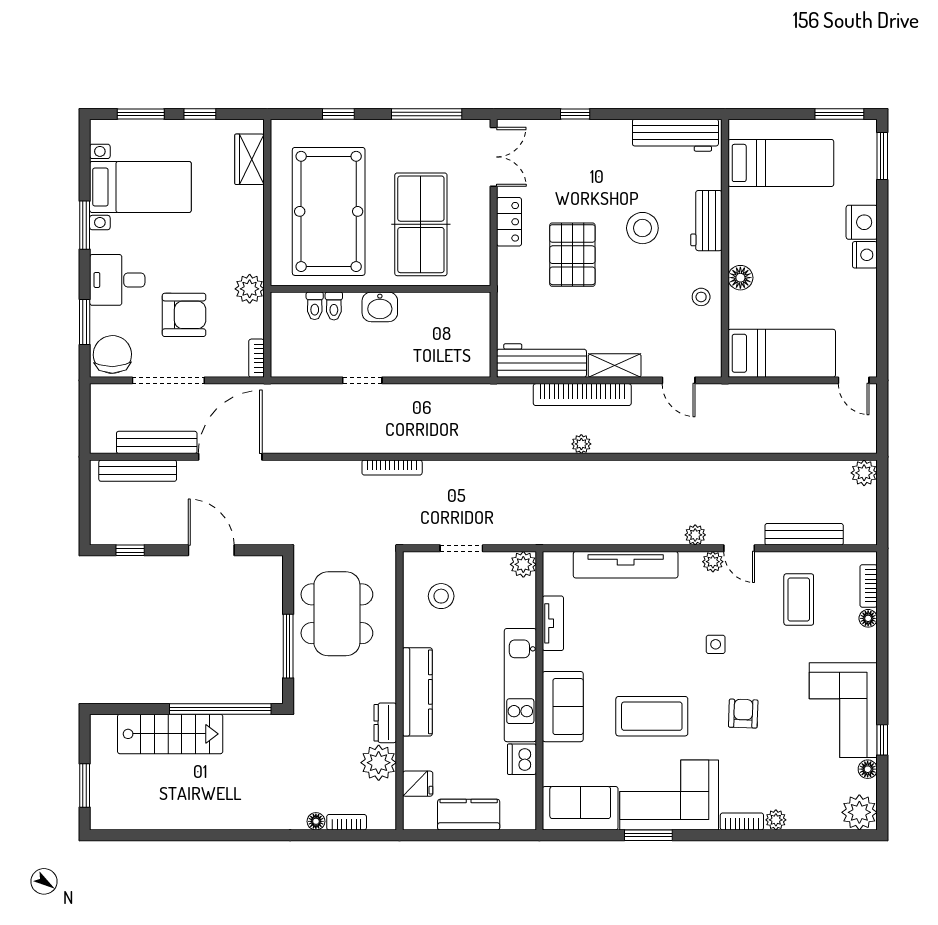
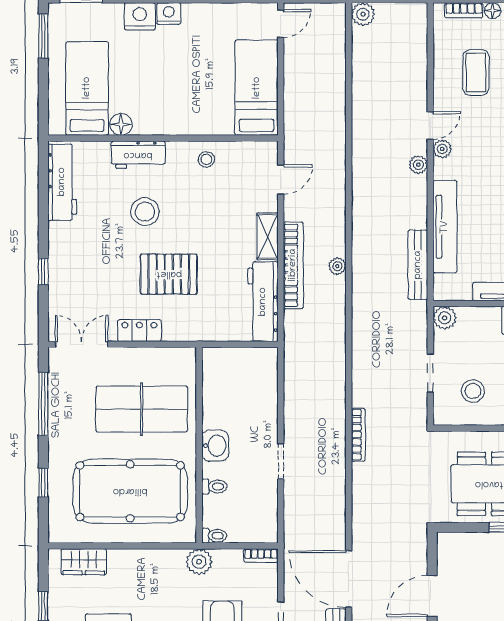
floor lamp: (740, 278) -> (121, 124), moved
toilet: (315, 306) -> (214, 536), moved
bench: (804, 534) -> (418, 265), moved
coffee table: (799, 600) -> (476, 72), turned 90

